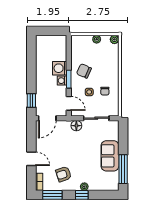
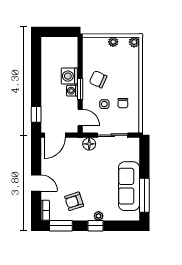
sofa: (110, 156) -> (129, 186), width x1.36

